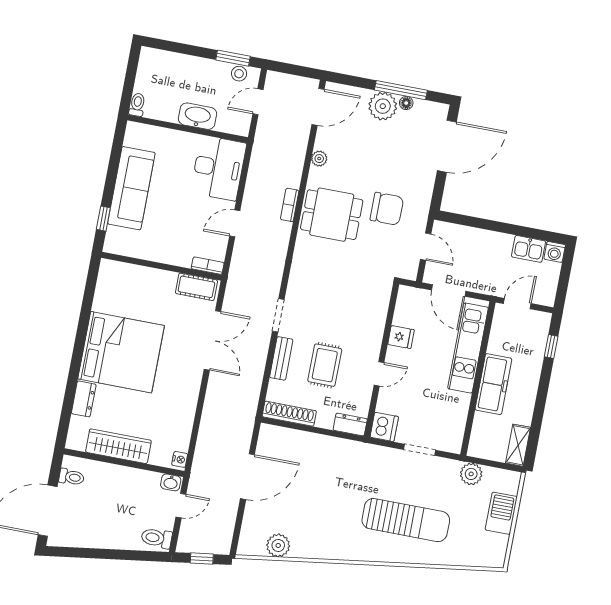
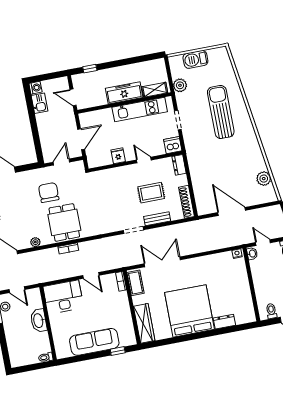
kitchen unit: (468, 348) -> (140, 110), moved
shelving: (518, 445) -> (155, 90), moved
wardrobe: (118, 446) -> (144, 323), moved, turned 180

